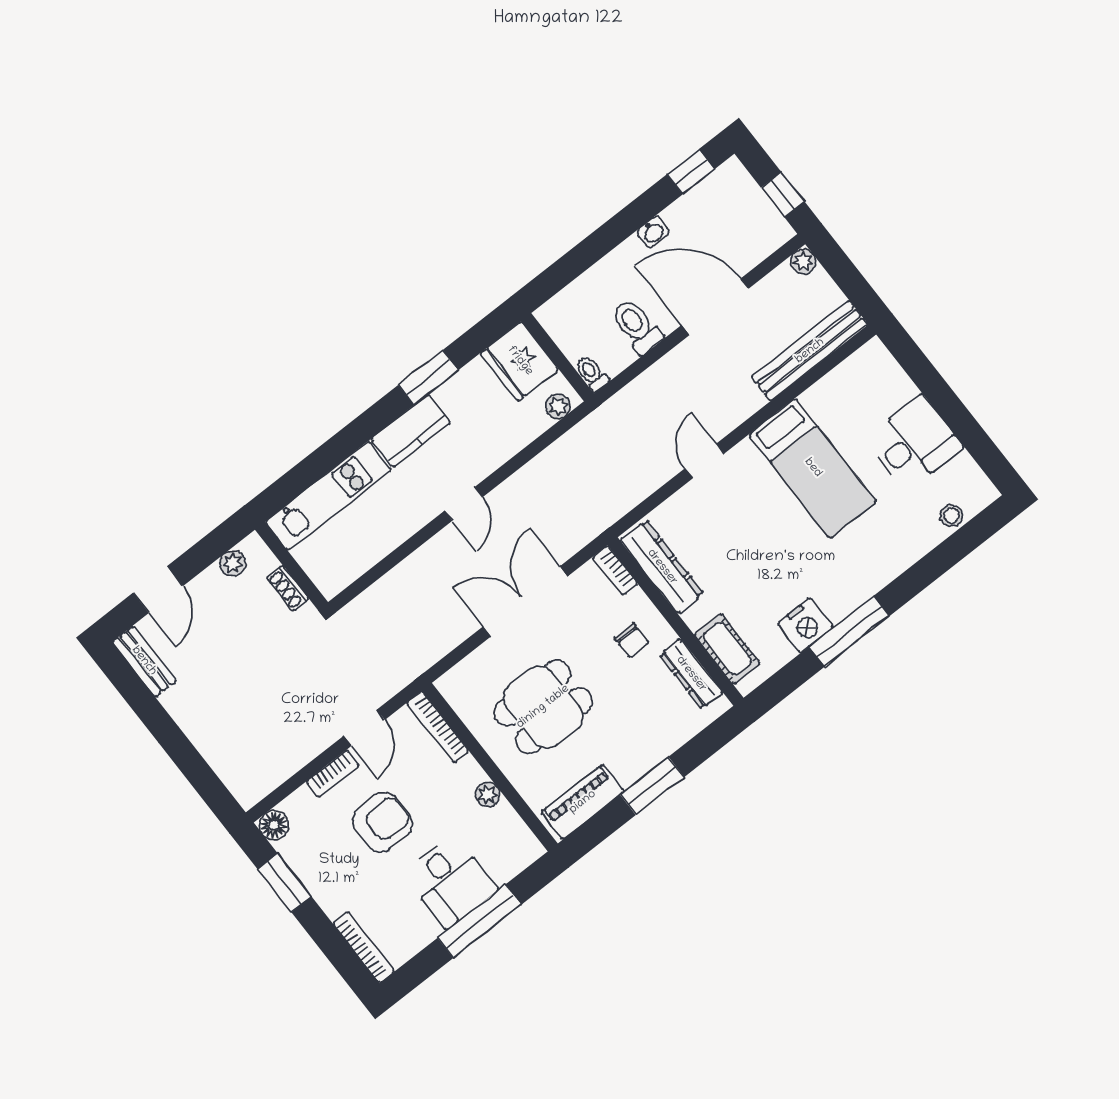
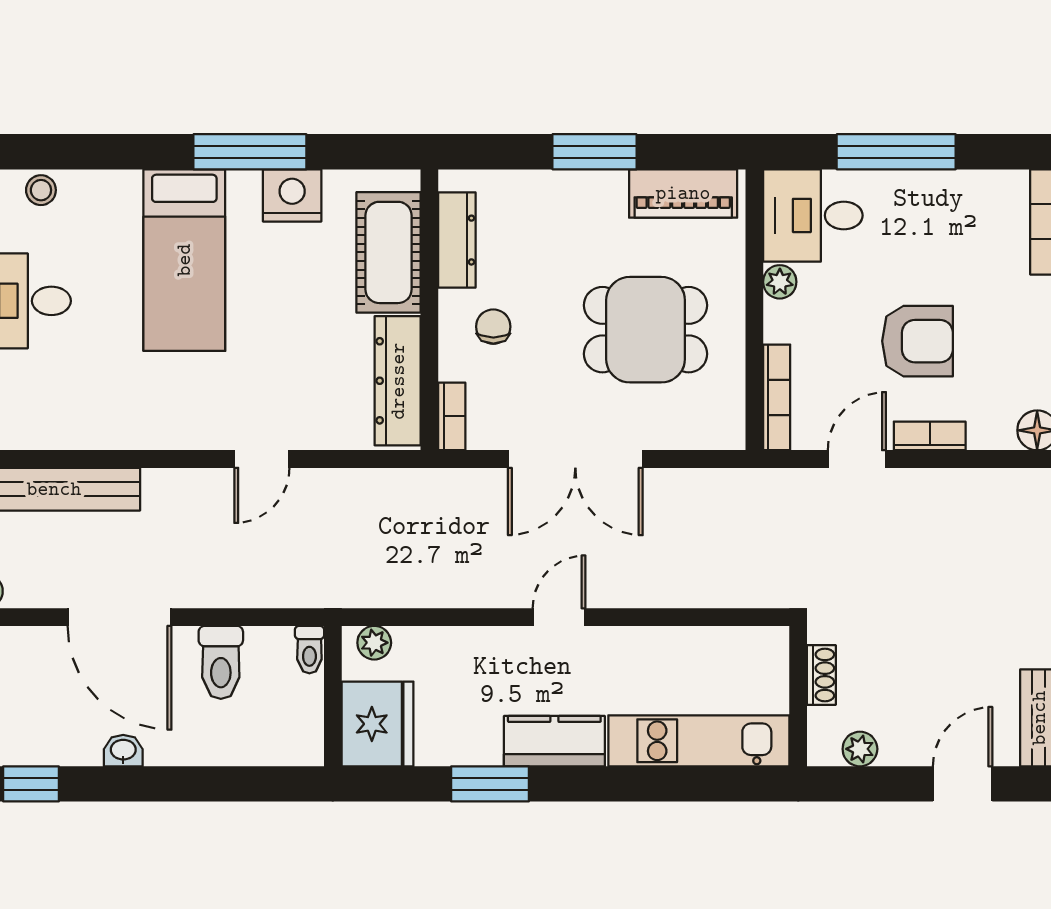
bed: (813, 468) -> (184, 260), moved, turned 180
cot: (727, 649) -> (389, 252), width x1.37, depth x1.34
armchair: (382, 822) -> (917, 341), turned 180
desk: (451, 882) -> (813, 215), moved, turned -90

